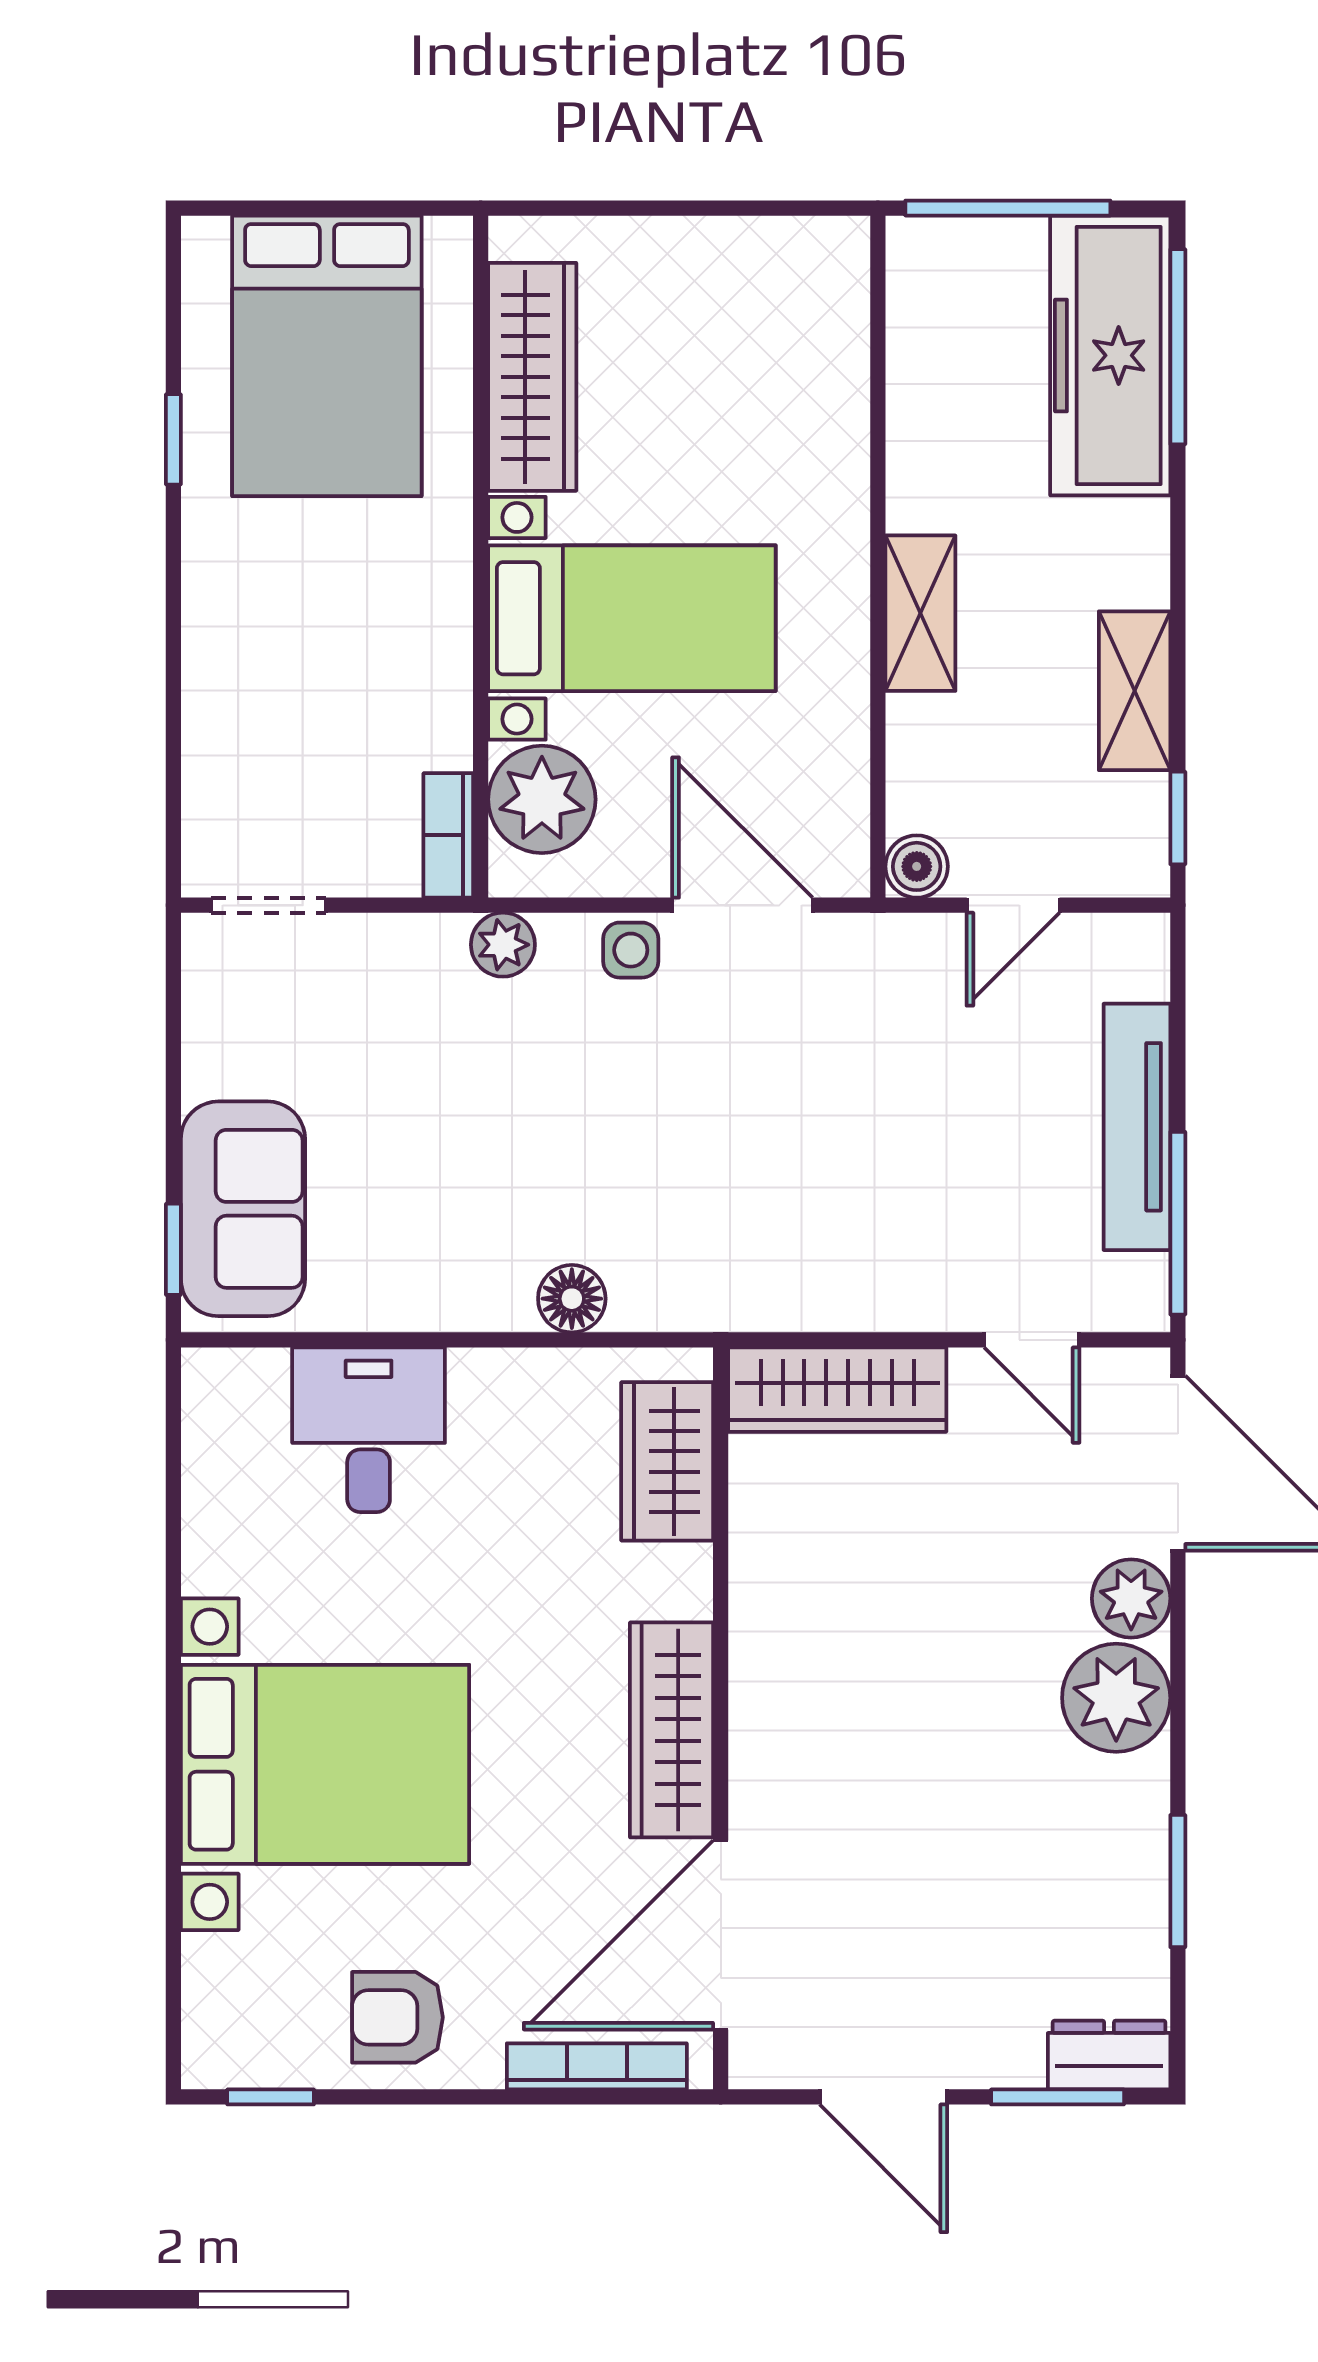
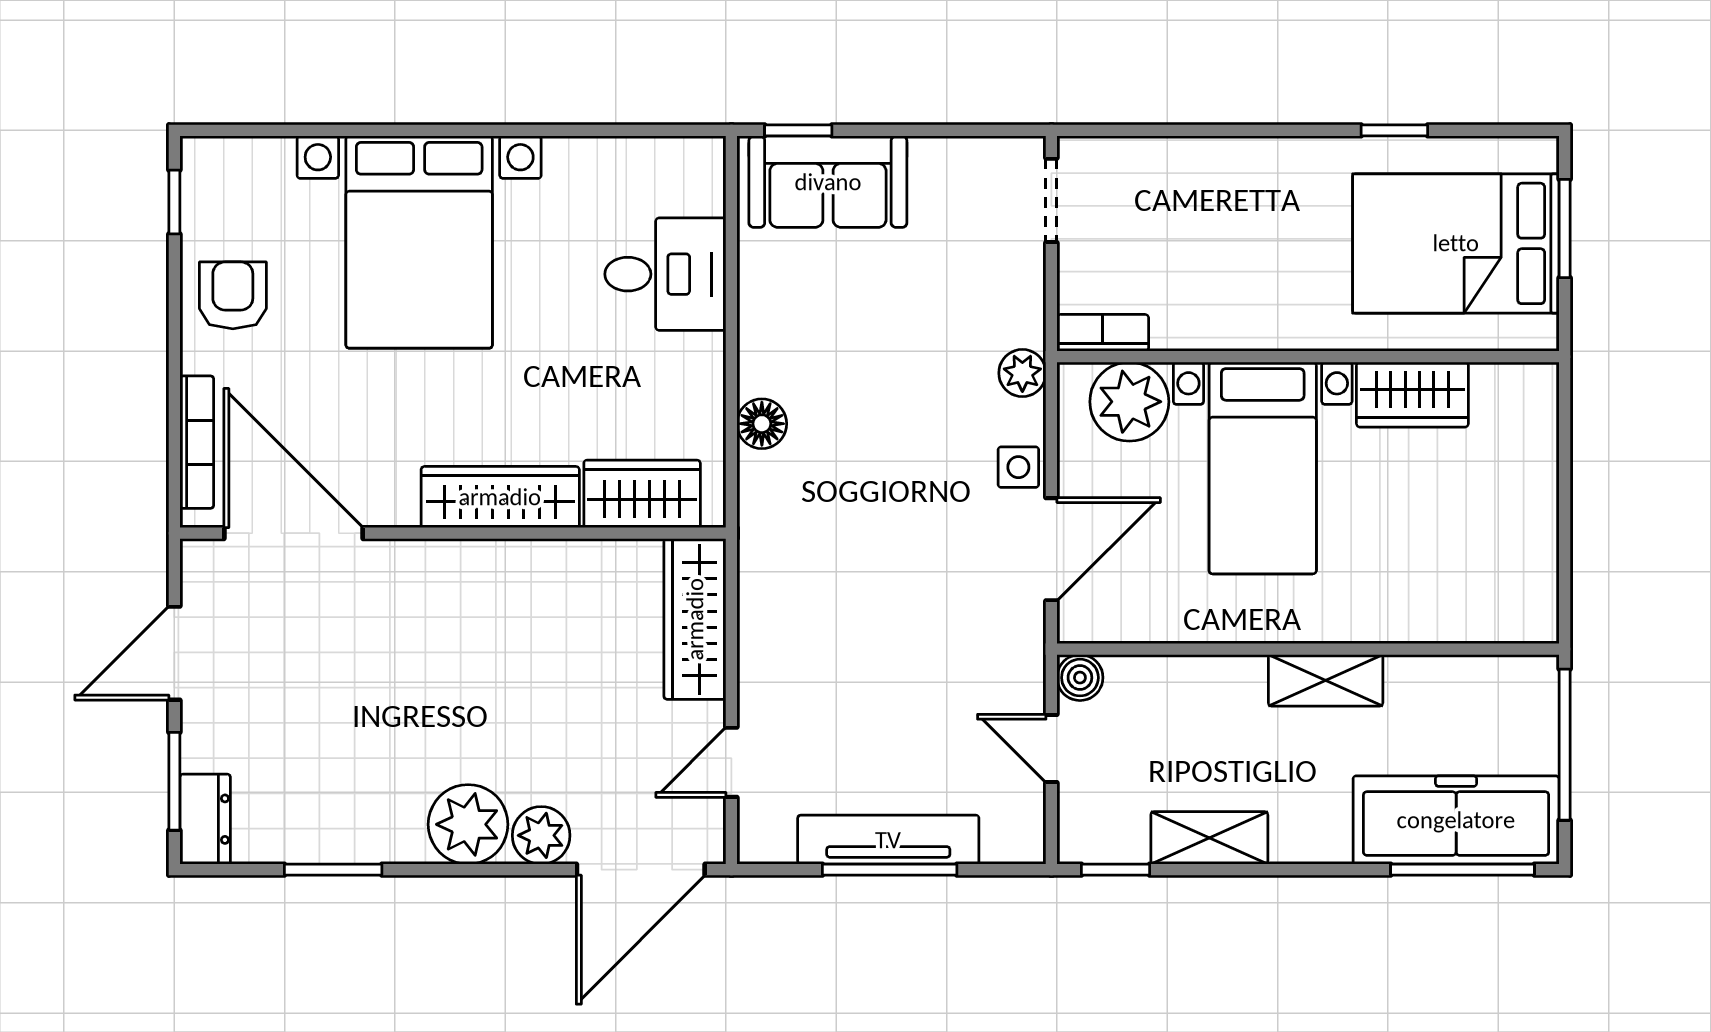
window: (307, 208) -> (1565, 229), added
wardrobe: (532, 377) -> (1412, 395), width x0.67
shelving: (920, 613) -> (1326, 680), moved
window: (1178, 1223) -> (890, 870), moved
wardrobe: (671, 1730) -> (500, 497), moved

